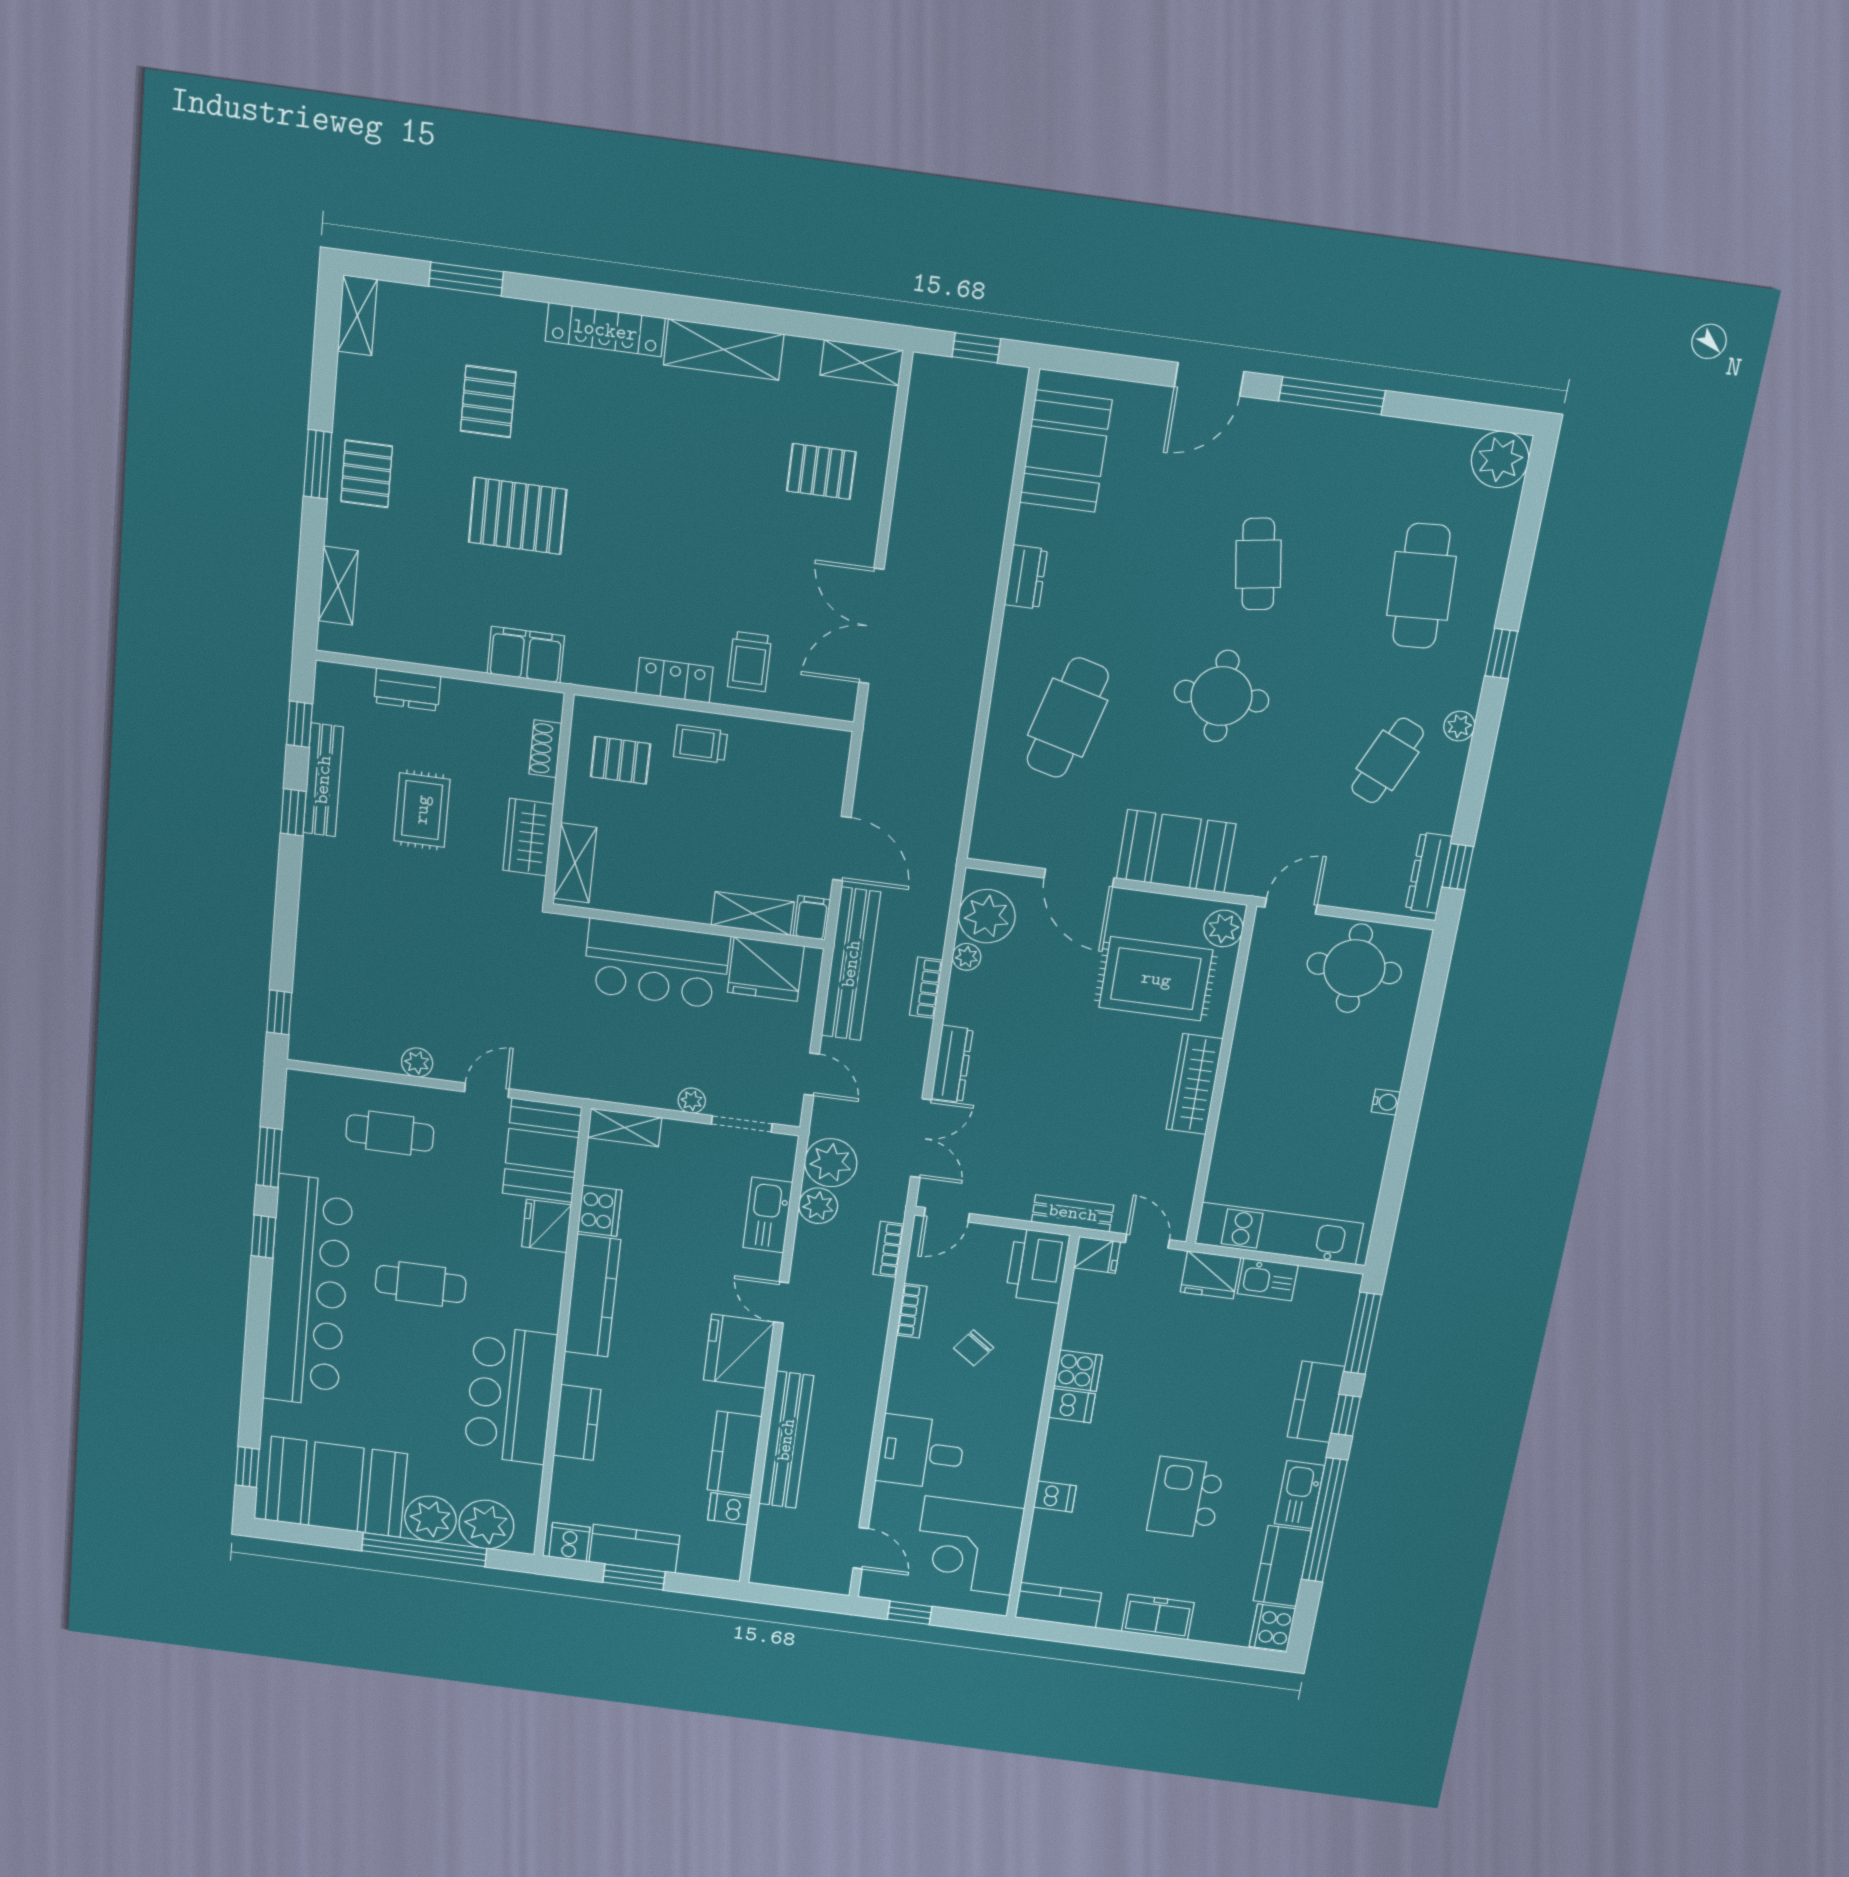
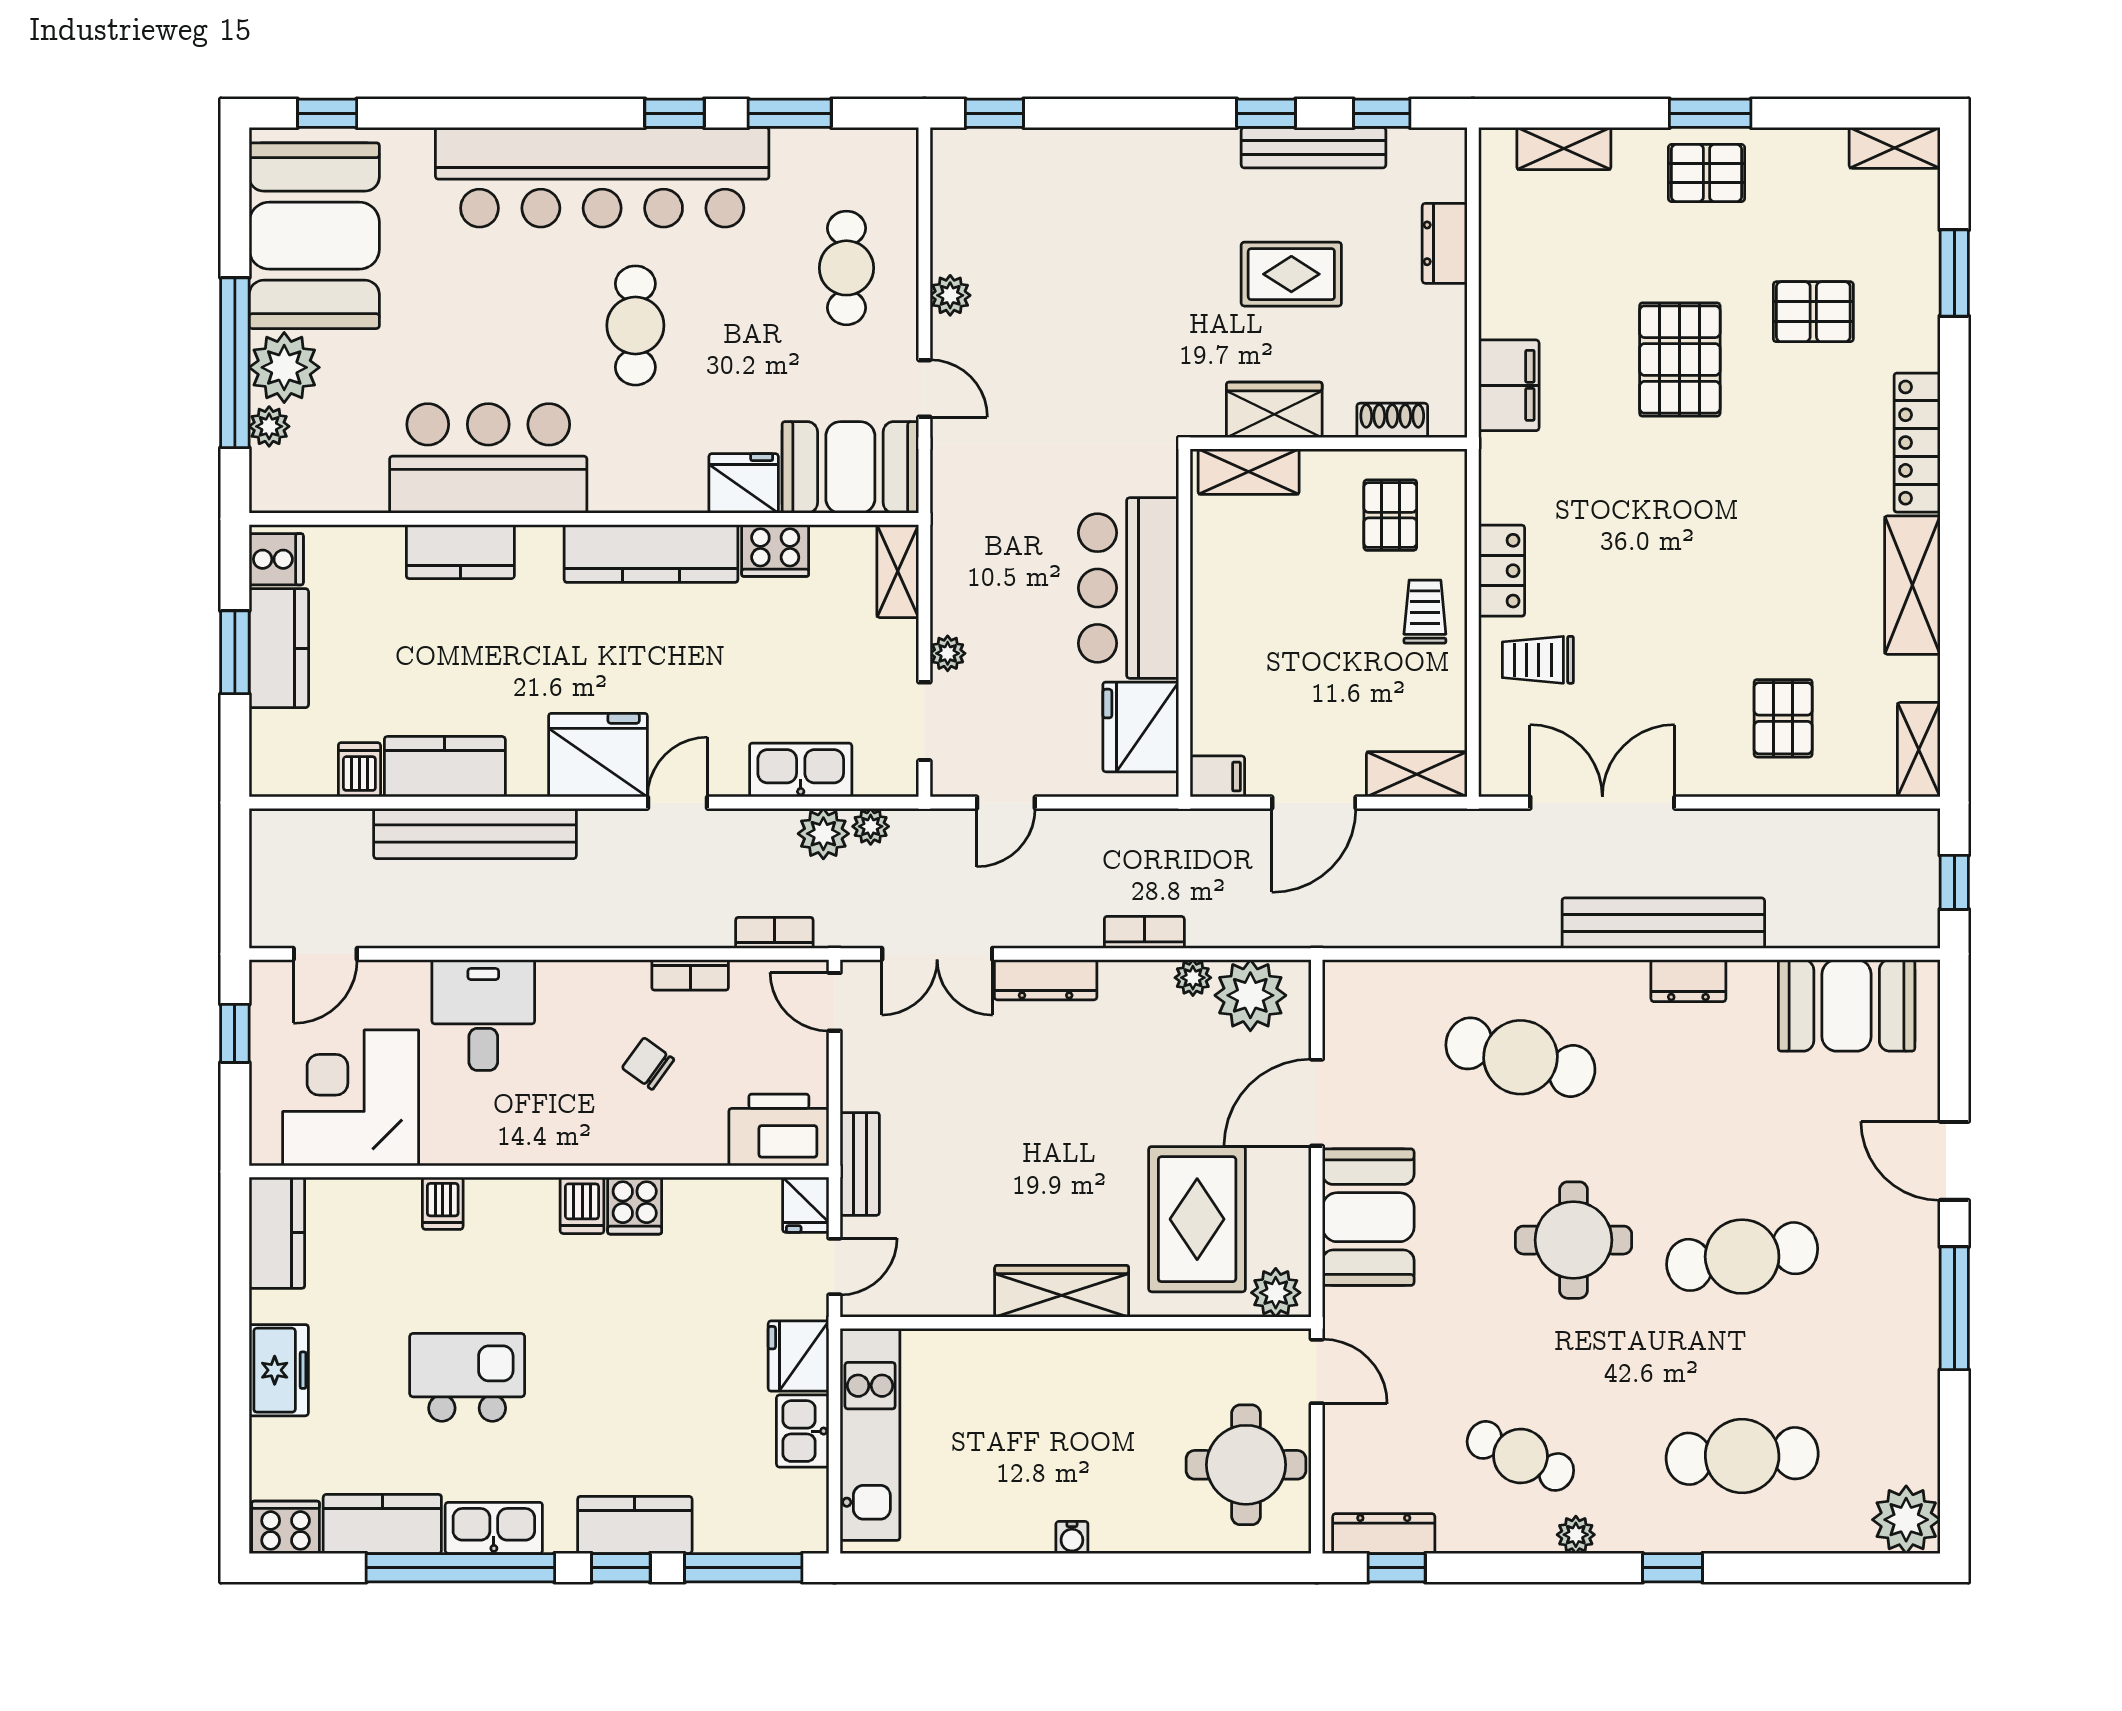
cafe table: (1258, 564) -> (1742, 1257), width x1.37, depth x1.35
shelving: (753, 914) -> (1417, 774), moved, turned 90
bench: (851, 964) -> (1663, 923), moved
plant: (831, 1163) -> (871, 826), width x0.53, depth x0.53
plant: (486, 1525) -> (269, 426), width x0.53, depth x0.53

